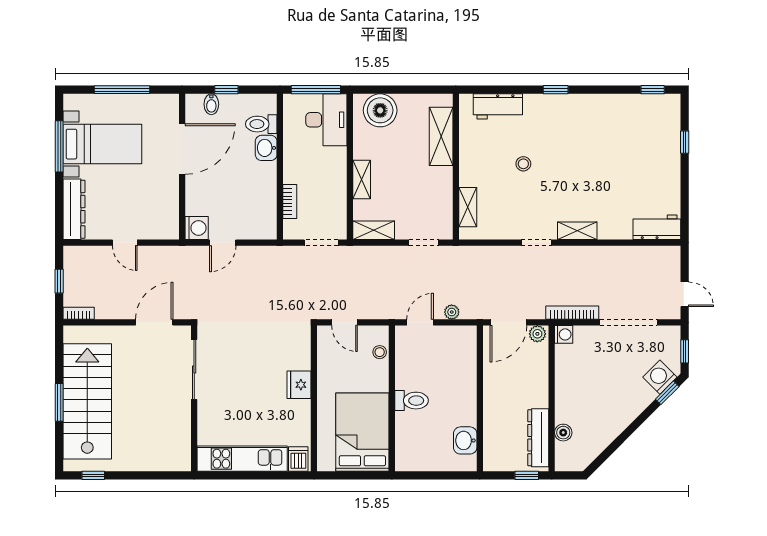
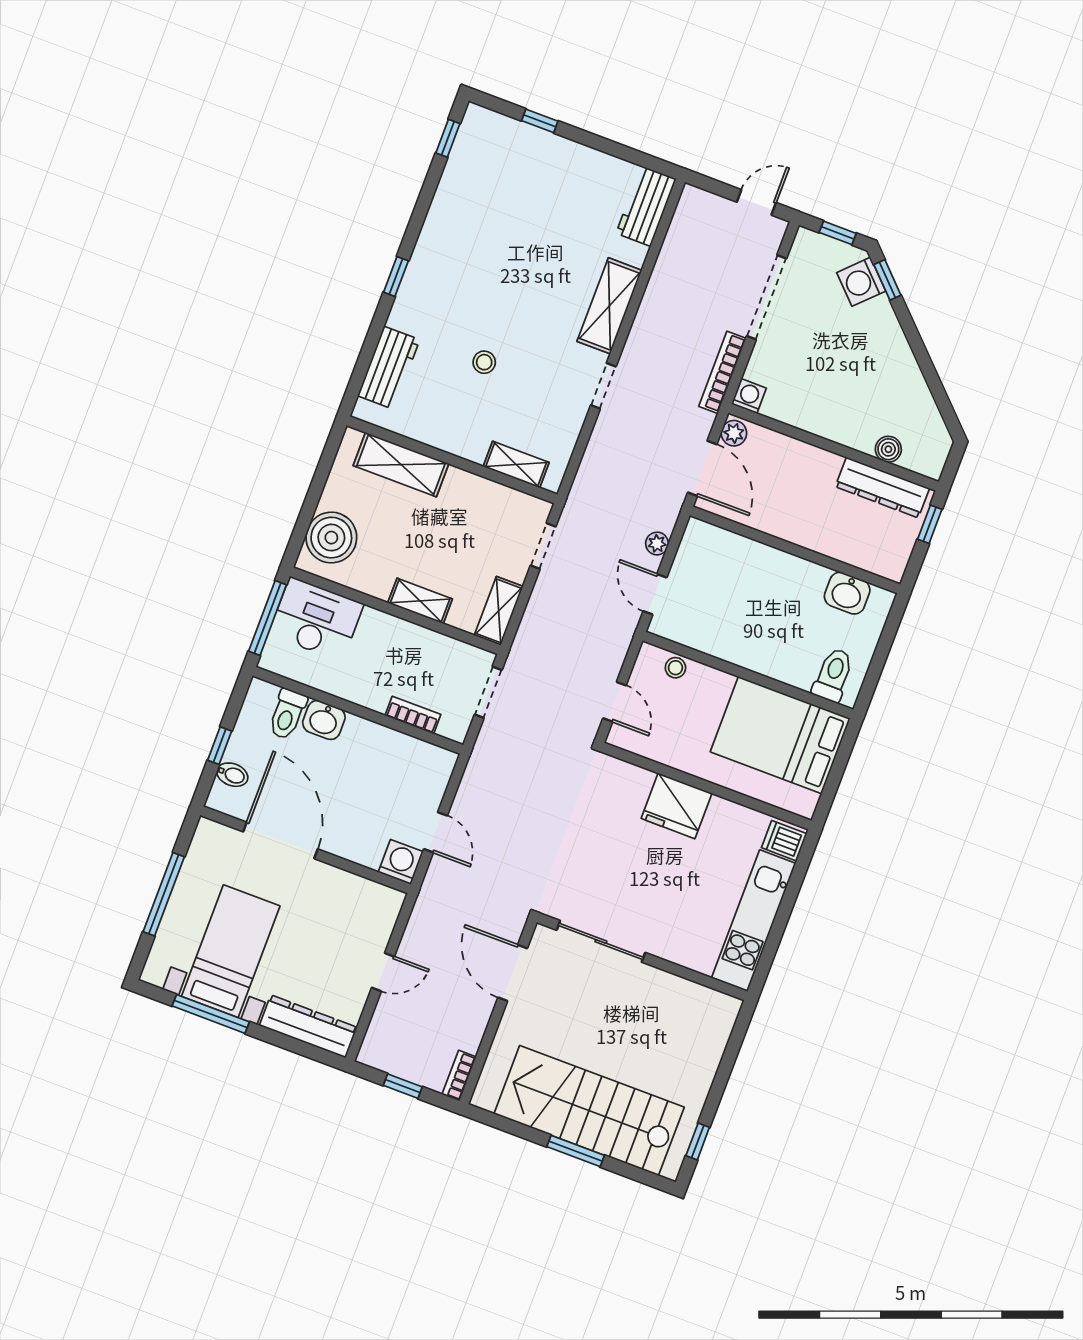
shelving: (577, 231) -> (609, 306), width x1.50, depth x1.33
door: (345, 322) -> (614, 702), hinge flipped
fridge: (299, 385) -> (677, 806), width x1.36, depth x1.34
toilet: (412, 401) -> (833, 675), moved

